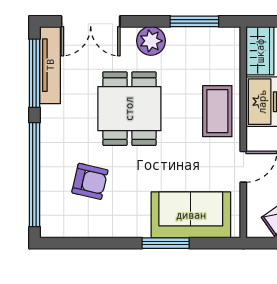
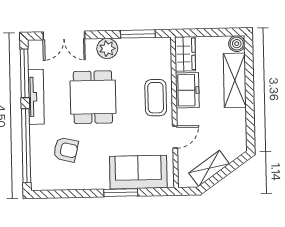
tv unit: (50, 65) -> (36, 97), moved

